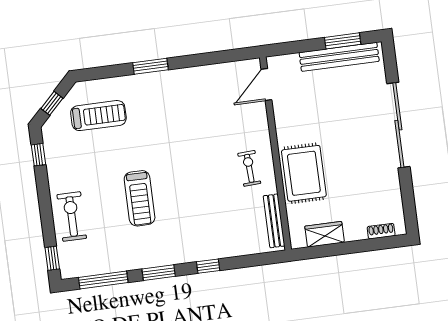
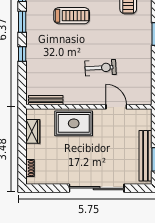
door: (266, 85) -> (116, 107), moved
exercise bike: (249, 168) -> (100, 68), moved, width x1.38, depth x1.39
treadmill: (140, 198) -> (72, 16), turned 180

